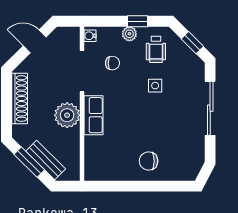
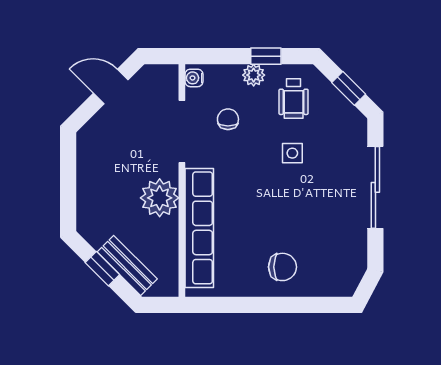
chair: (112, 63) -> (228, 119), turned -90
shoe rack: (20, 98) -> (88, 173), removed
row of seats: (93, 115) -> (199, 228), width x2.02
chair: (149, 161) -> (282, 267), turned 180
window: (29, 162) -> (102, 269), width x0.67

